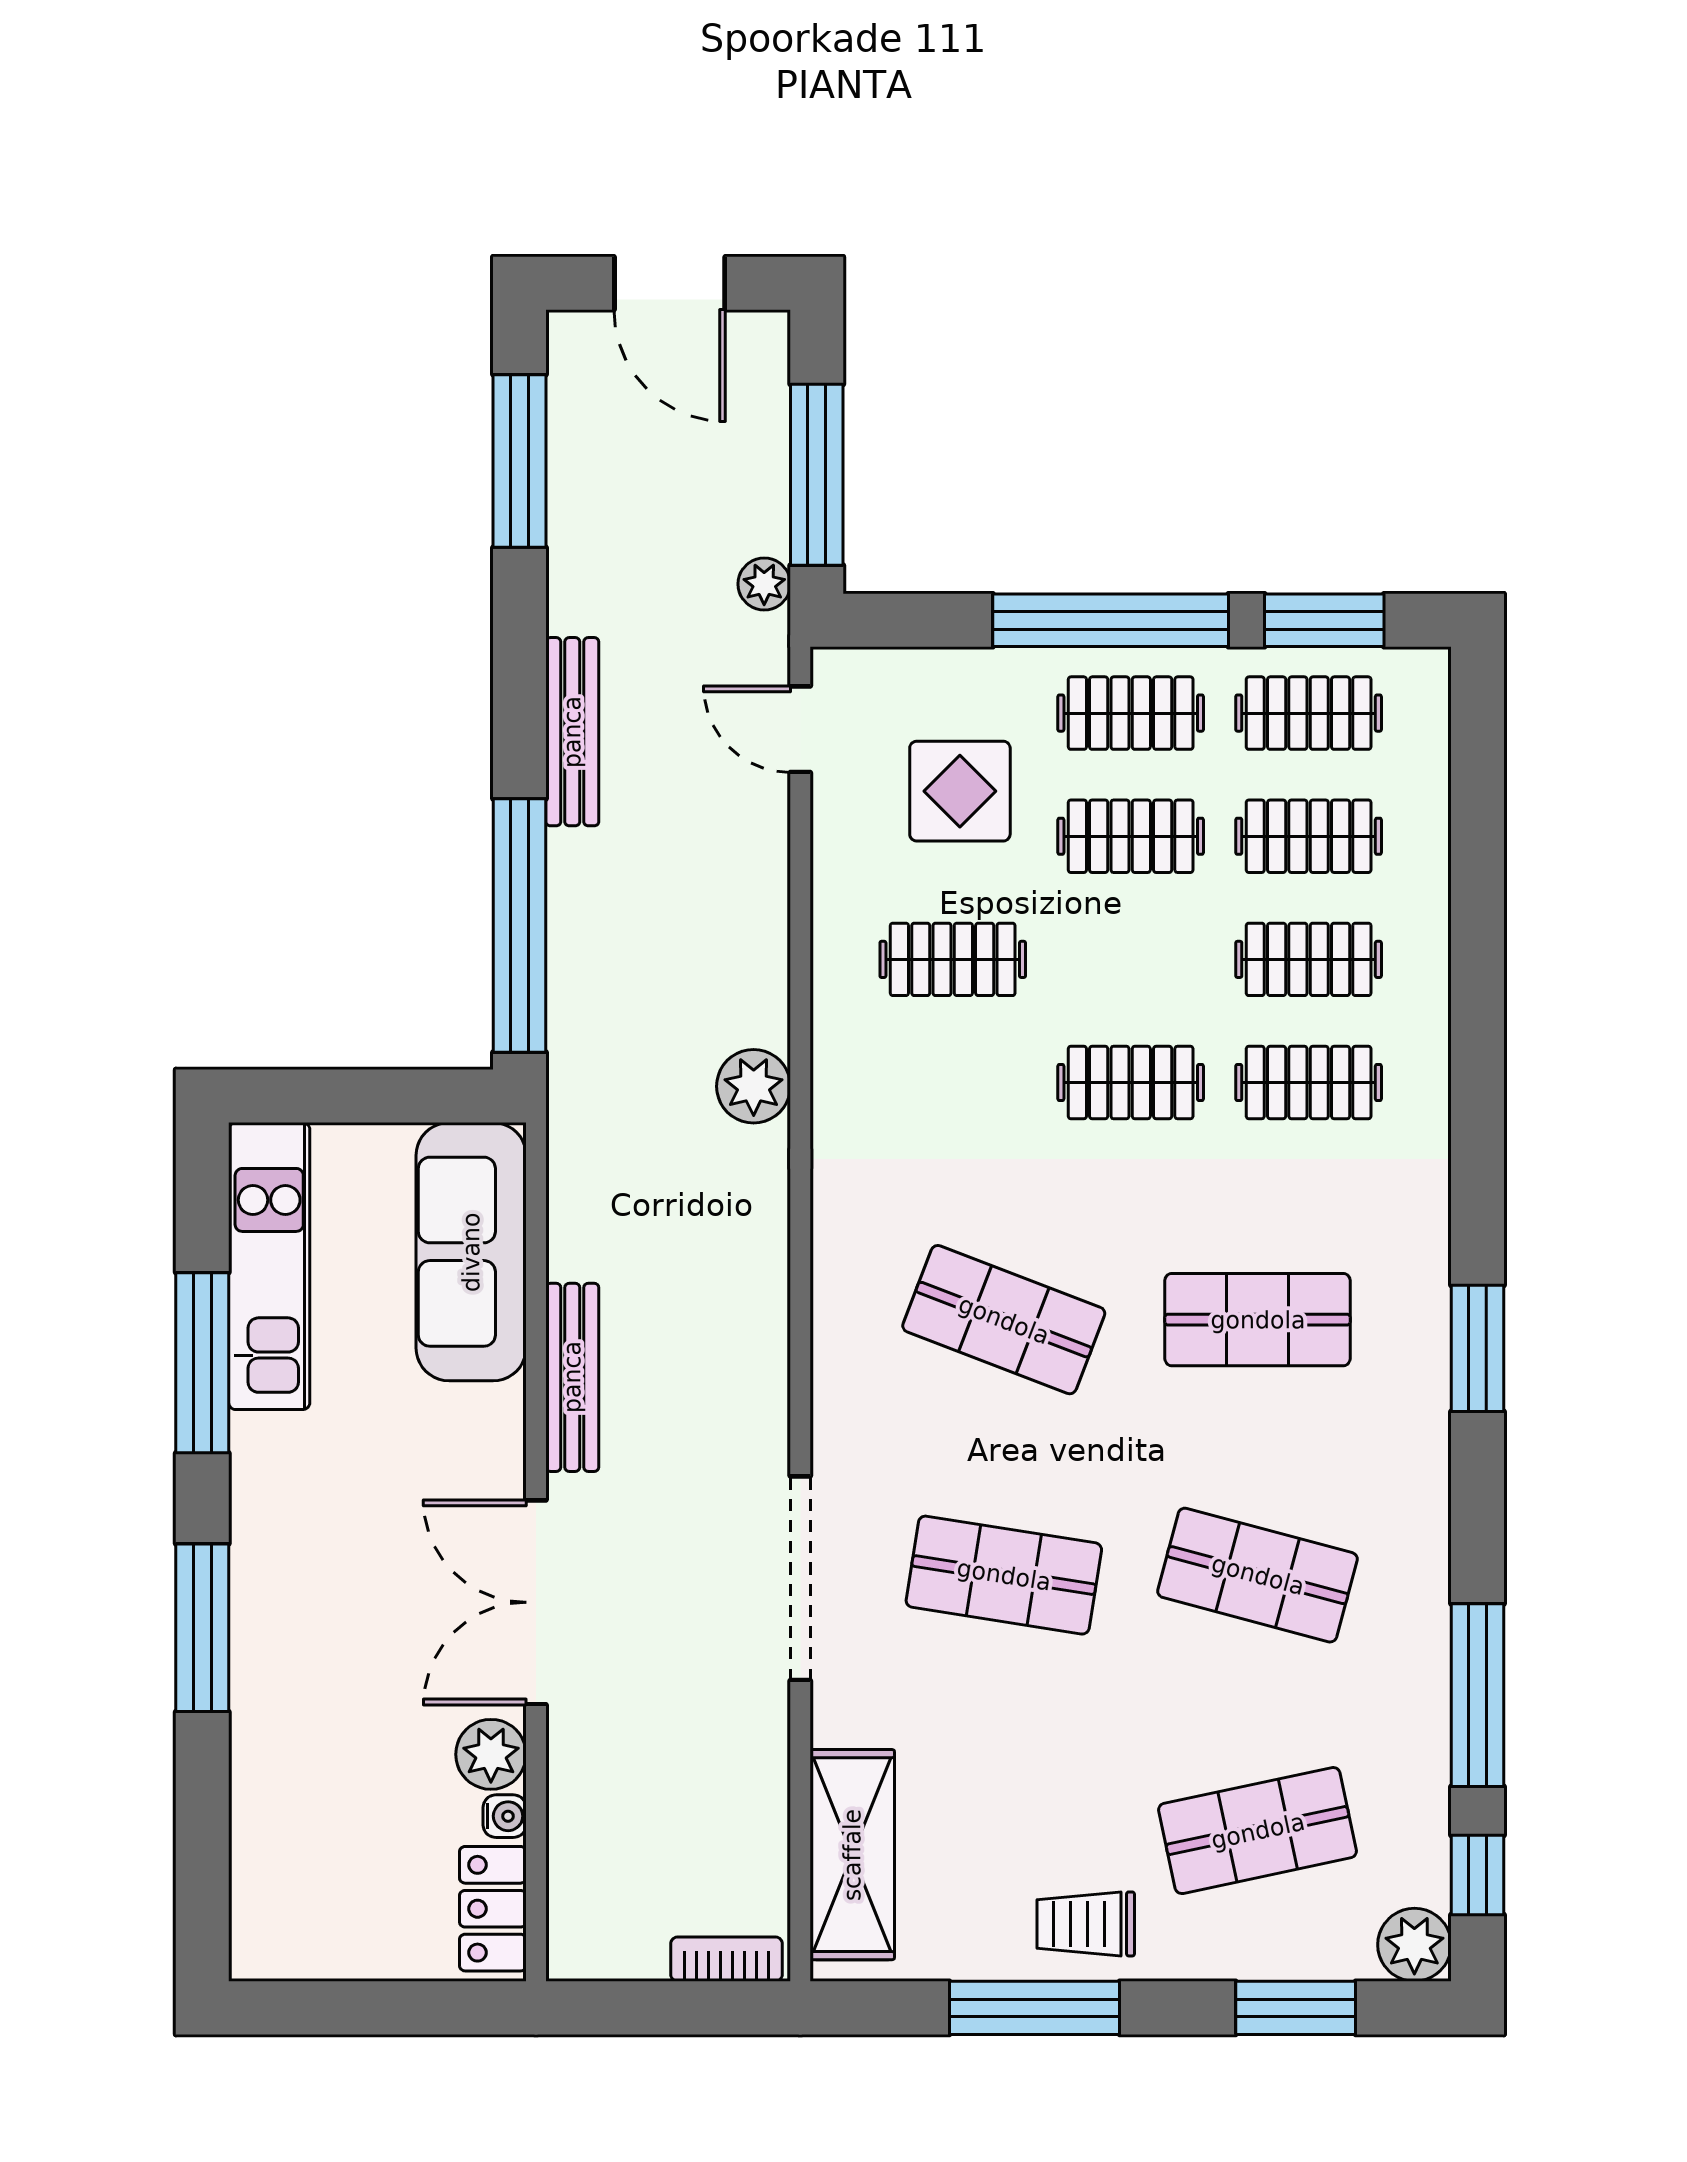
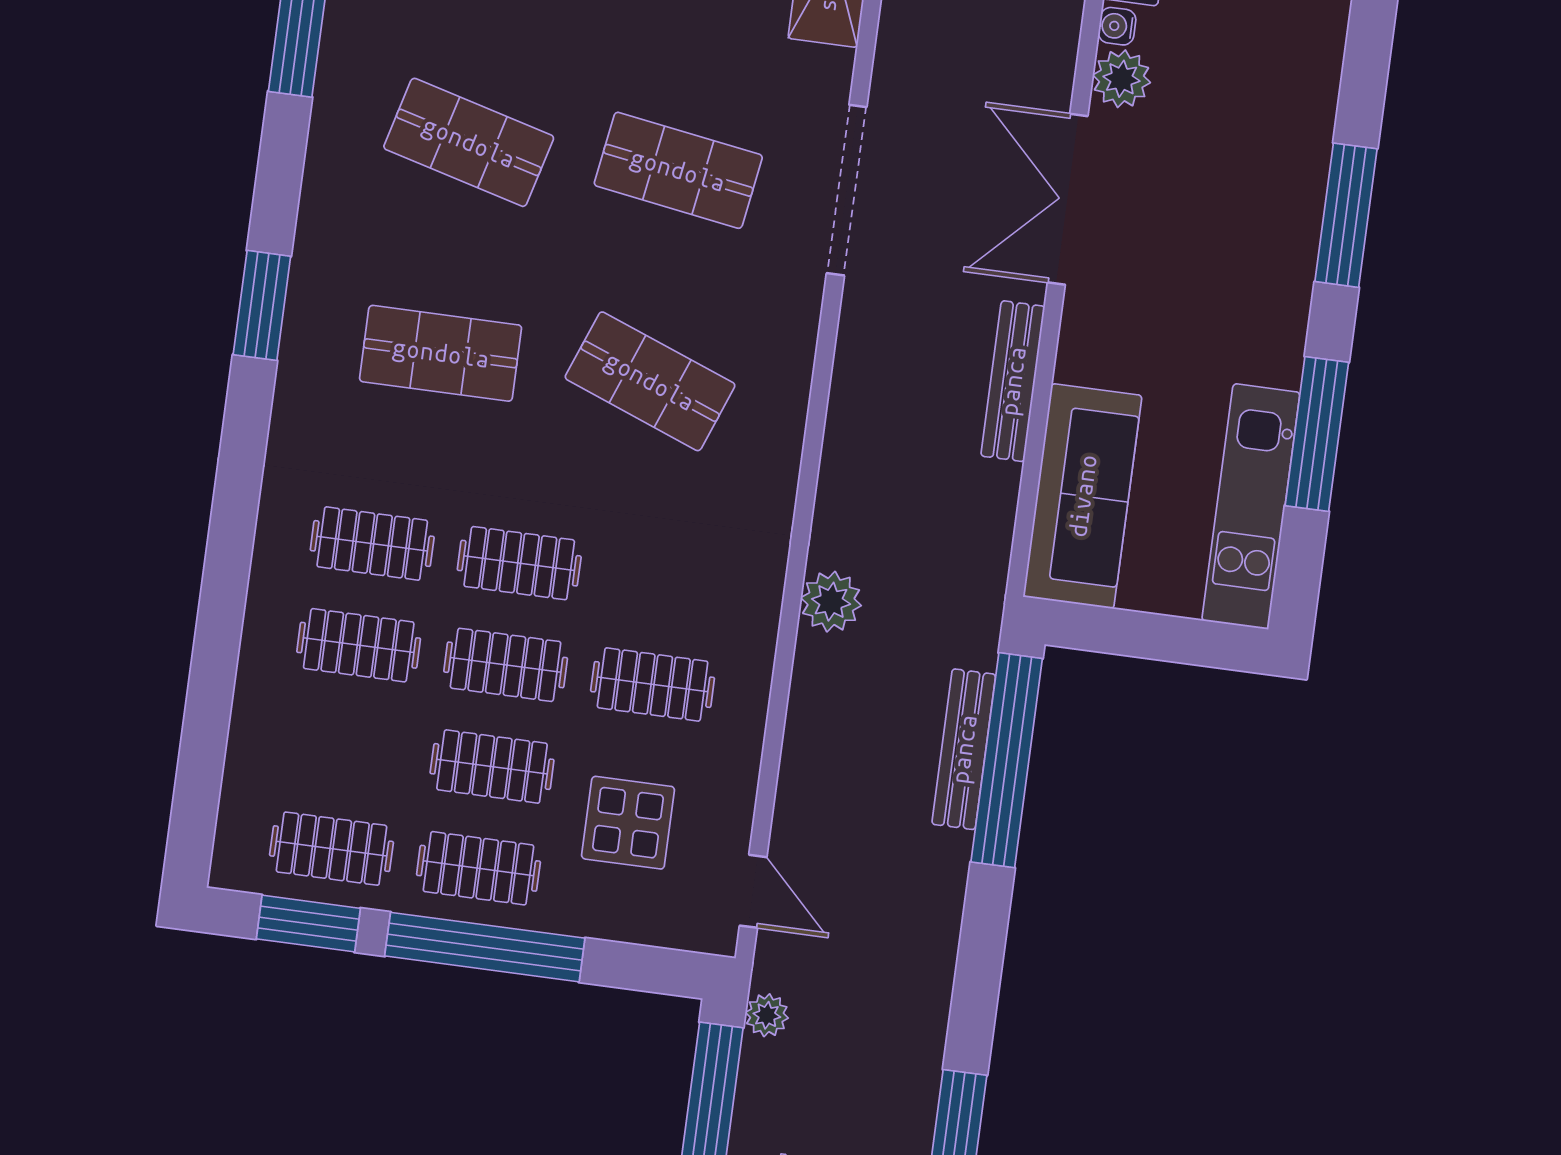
bench: (572, 732) -> (964, 749), moved
clothes rail: (1309, 836) -> (506, 665), moved
double door: (536, 1602) -> (1068, 199), swing flipped

